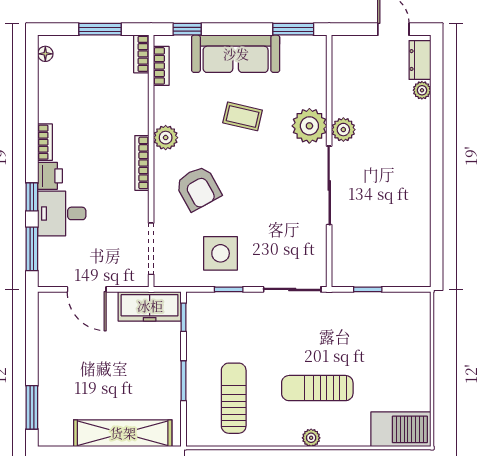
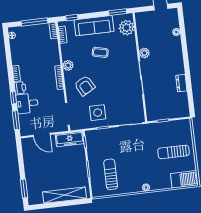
window: (100, 29) -> (34, 22), width x1.44
dresser: (420, 60) -> (181, 83), moved
plant: (309, 126) -> (127, 28), moved
sun lounger: (317, 388) -> (173, 152), moved

